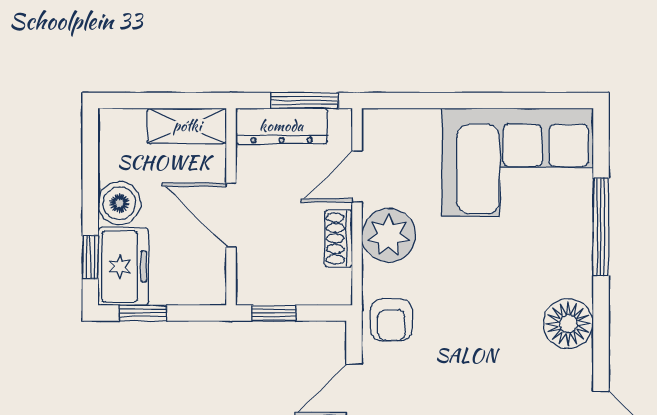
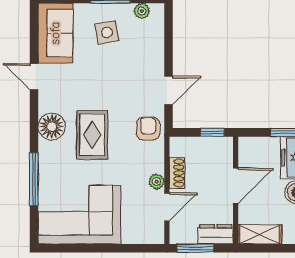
dresser: (281, 126) -> (216, 234), width x0.70
door: (231, 215) -> (236, 186), hinge flipped
plant: (389, 235) -> (157, 182), width x0.53, depth x0.53
rug: (494, 308) -> (92, 135), added

